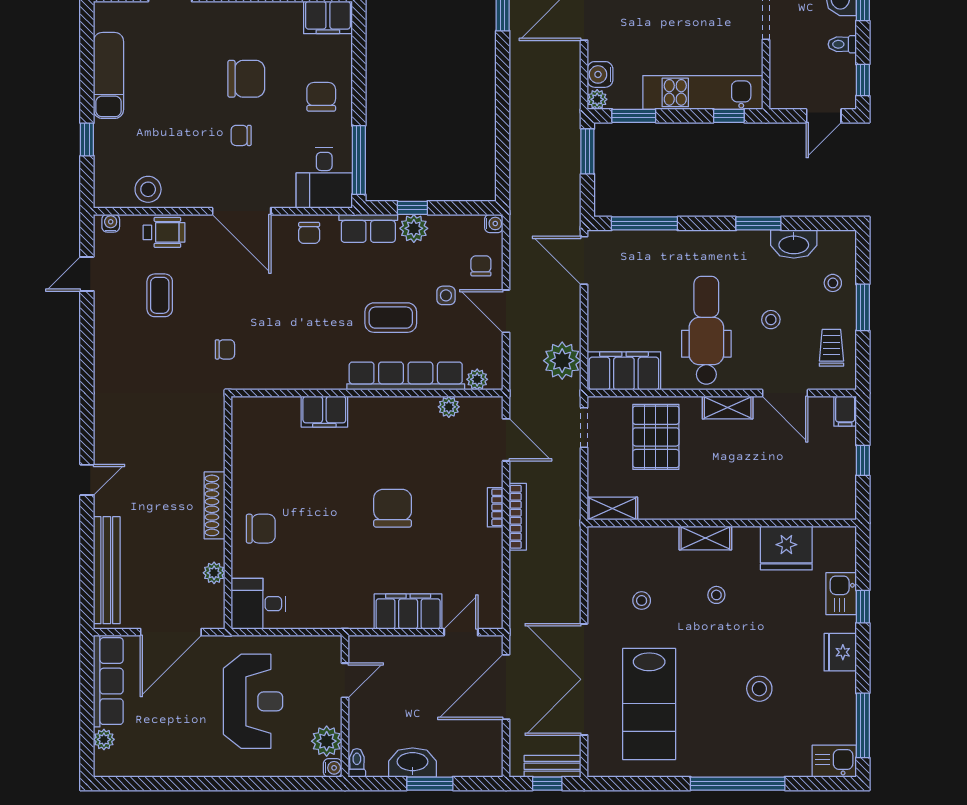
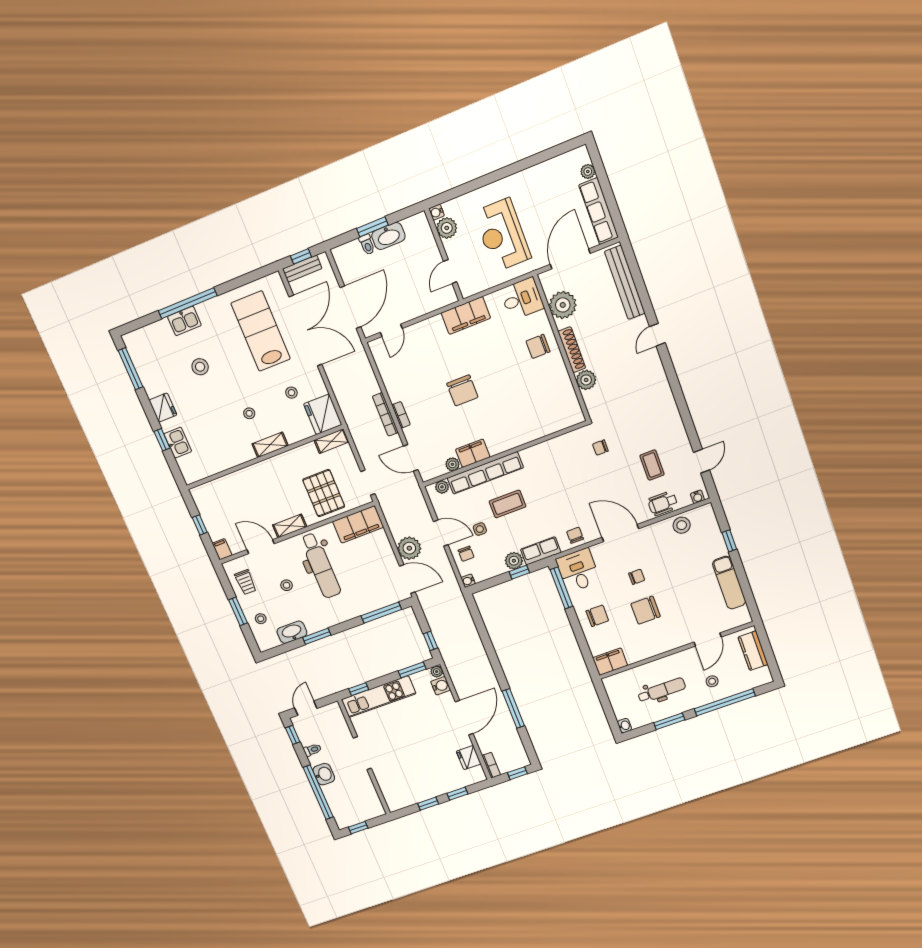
chair: (321, 97) -> (597, 616), turned -90
window: (587, 151) -> (430, 641), width x0.67
plant: (562, 361) -> (409, 548), moved
filing cabinet: (324, 412) -> (473, 453), moved
plant: (210, 455) -> (586, 380), added
fridge: (786, 548) -> (323, 414), moved, turned -90
plant: (214, 573) -> (563, 305), width x1.87, depth x1.87
filing cabinet: (408, 611) -> (466, 315), moved
kitchen sink: (834, 761) -> (184, 321), moved
toilet: (357, 763) -> (367, 245), moved

